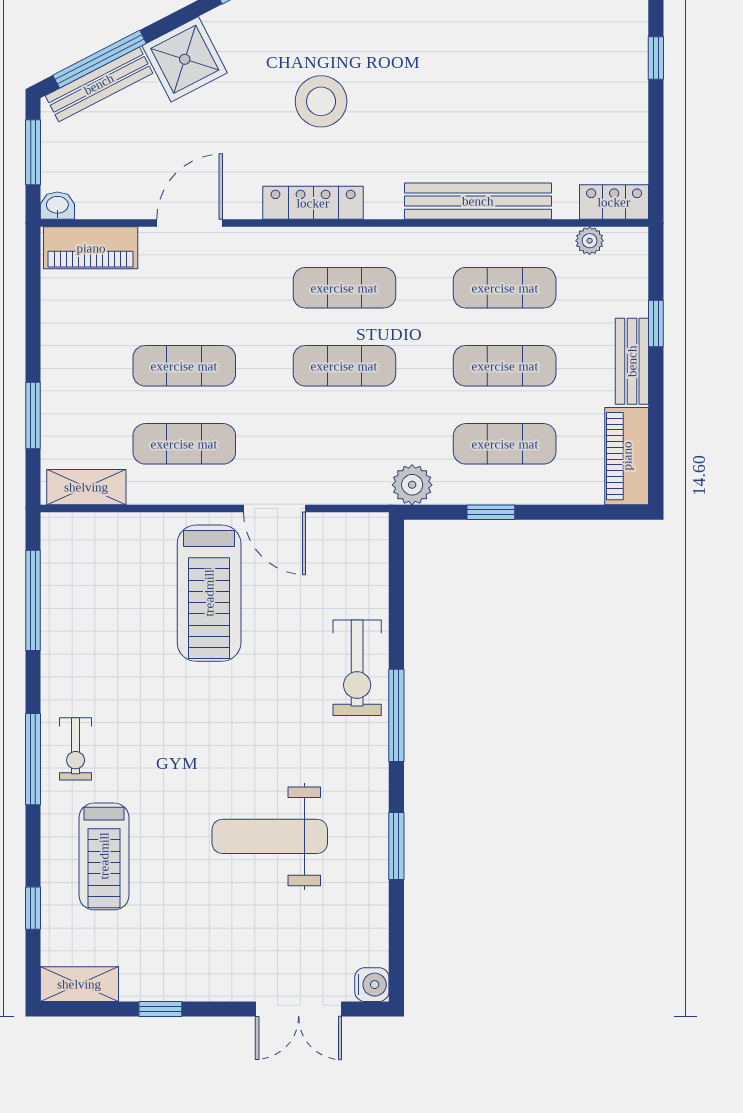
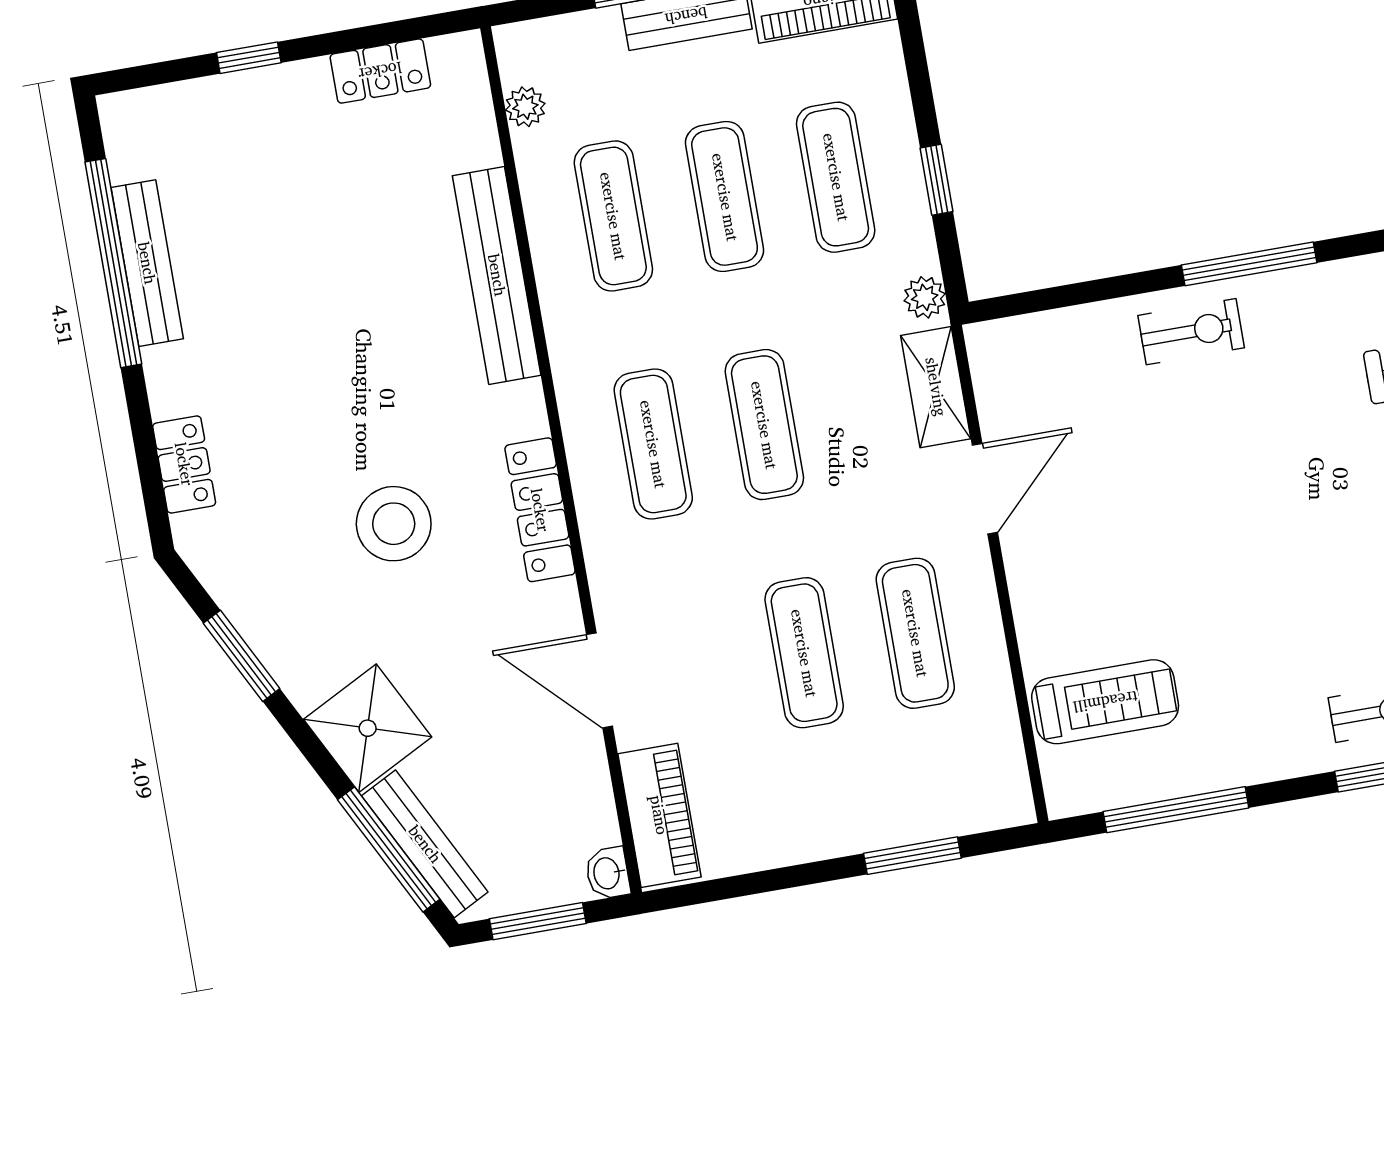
locker: (614, 202) -> (380, 71), moved, turned -90
plant: (412, 485) -> (925, 297), width x0.73, depth x0.73
shelving: (86, 487) -> (936, 387), moved
treadmill: (209, 593) -> (1105, 702), moved, width x0.73, depth x0.73
exercise bike: (357, 668) -> (1191, 332), width x0.73, depth x0.72

